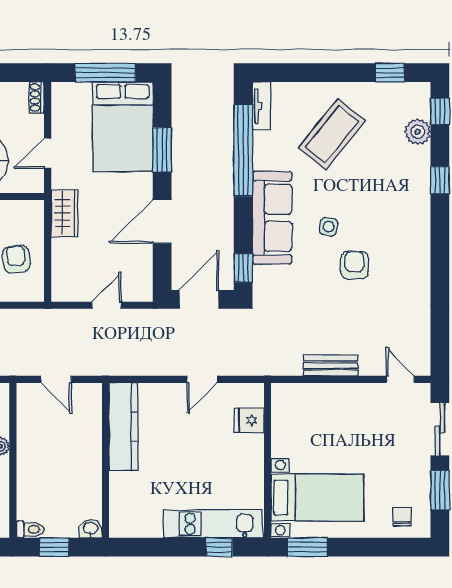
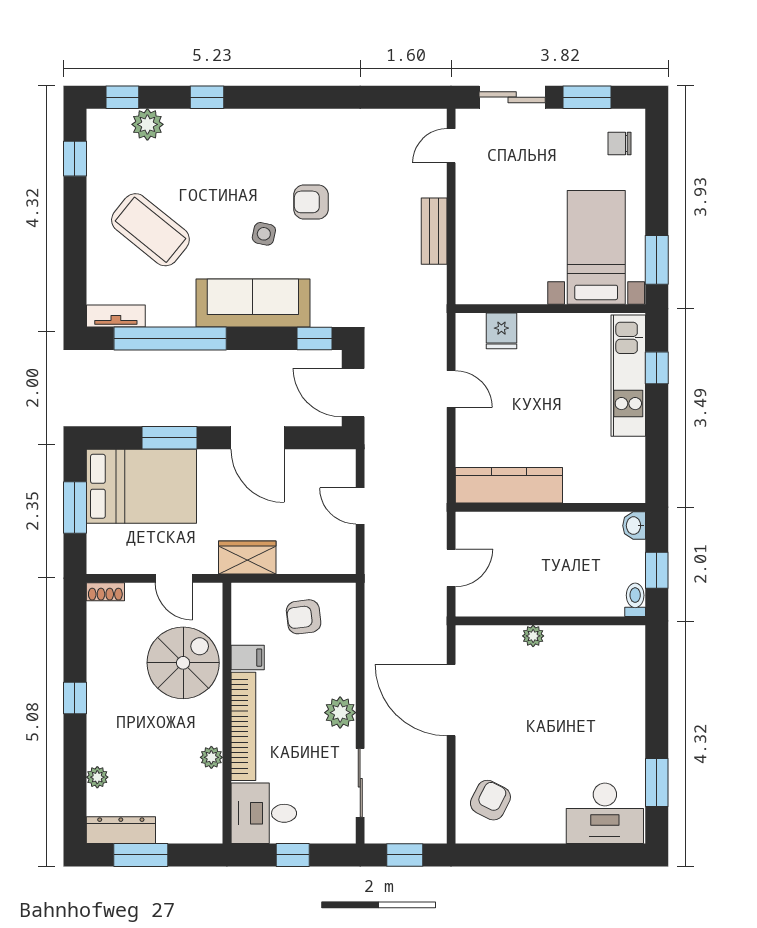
window: (105, 73) -> (75, 507), width x0.69

